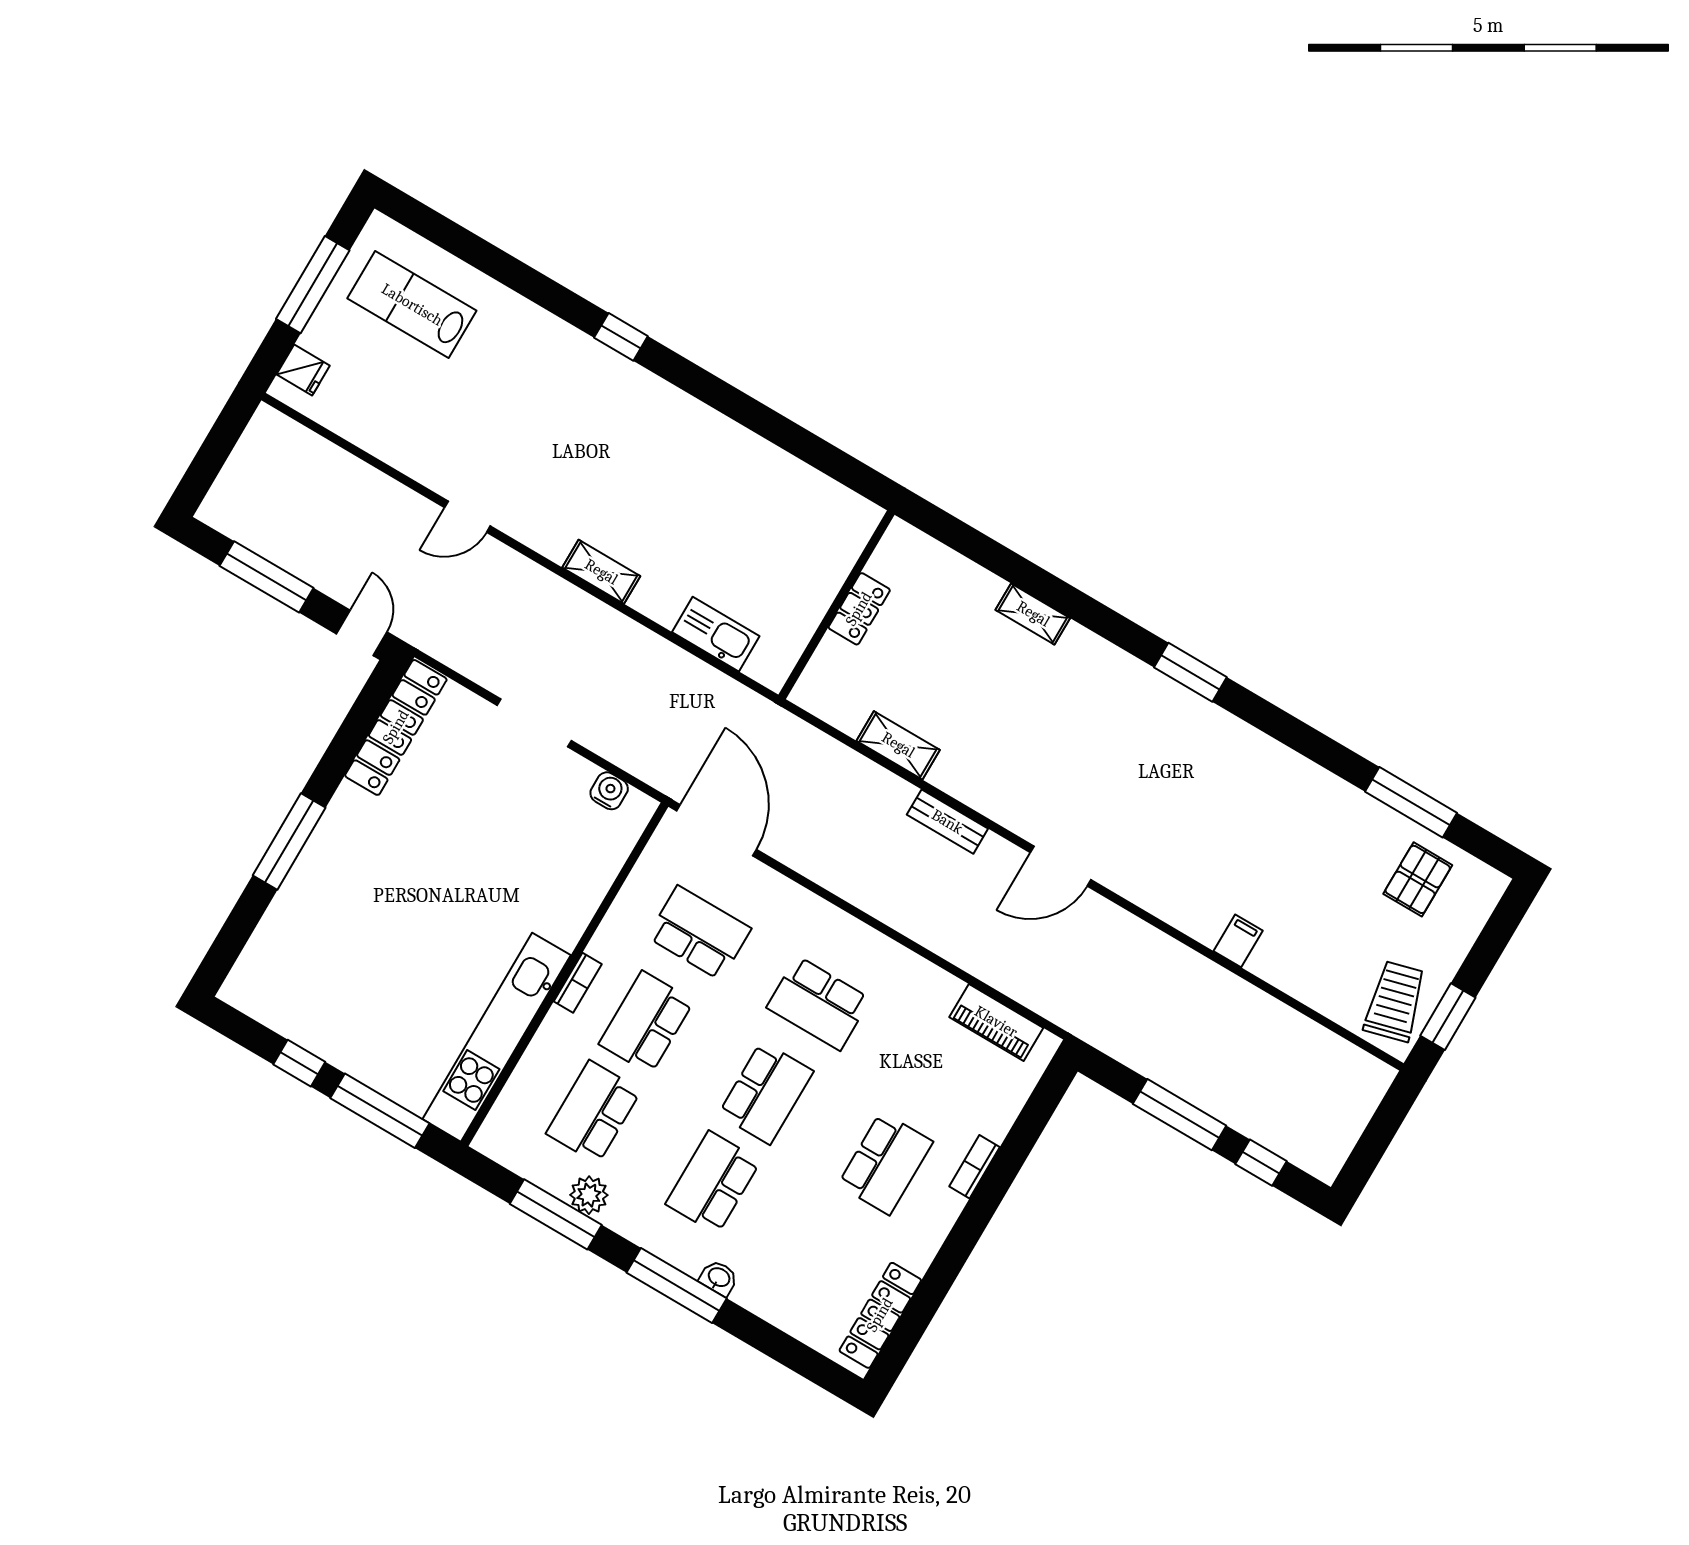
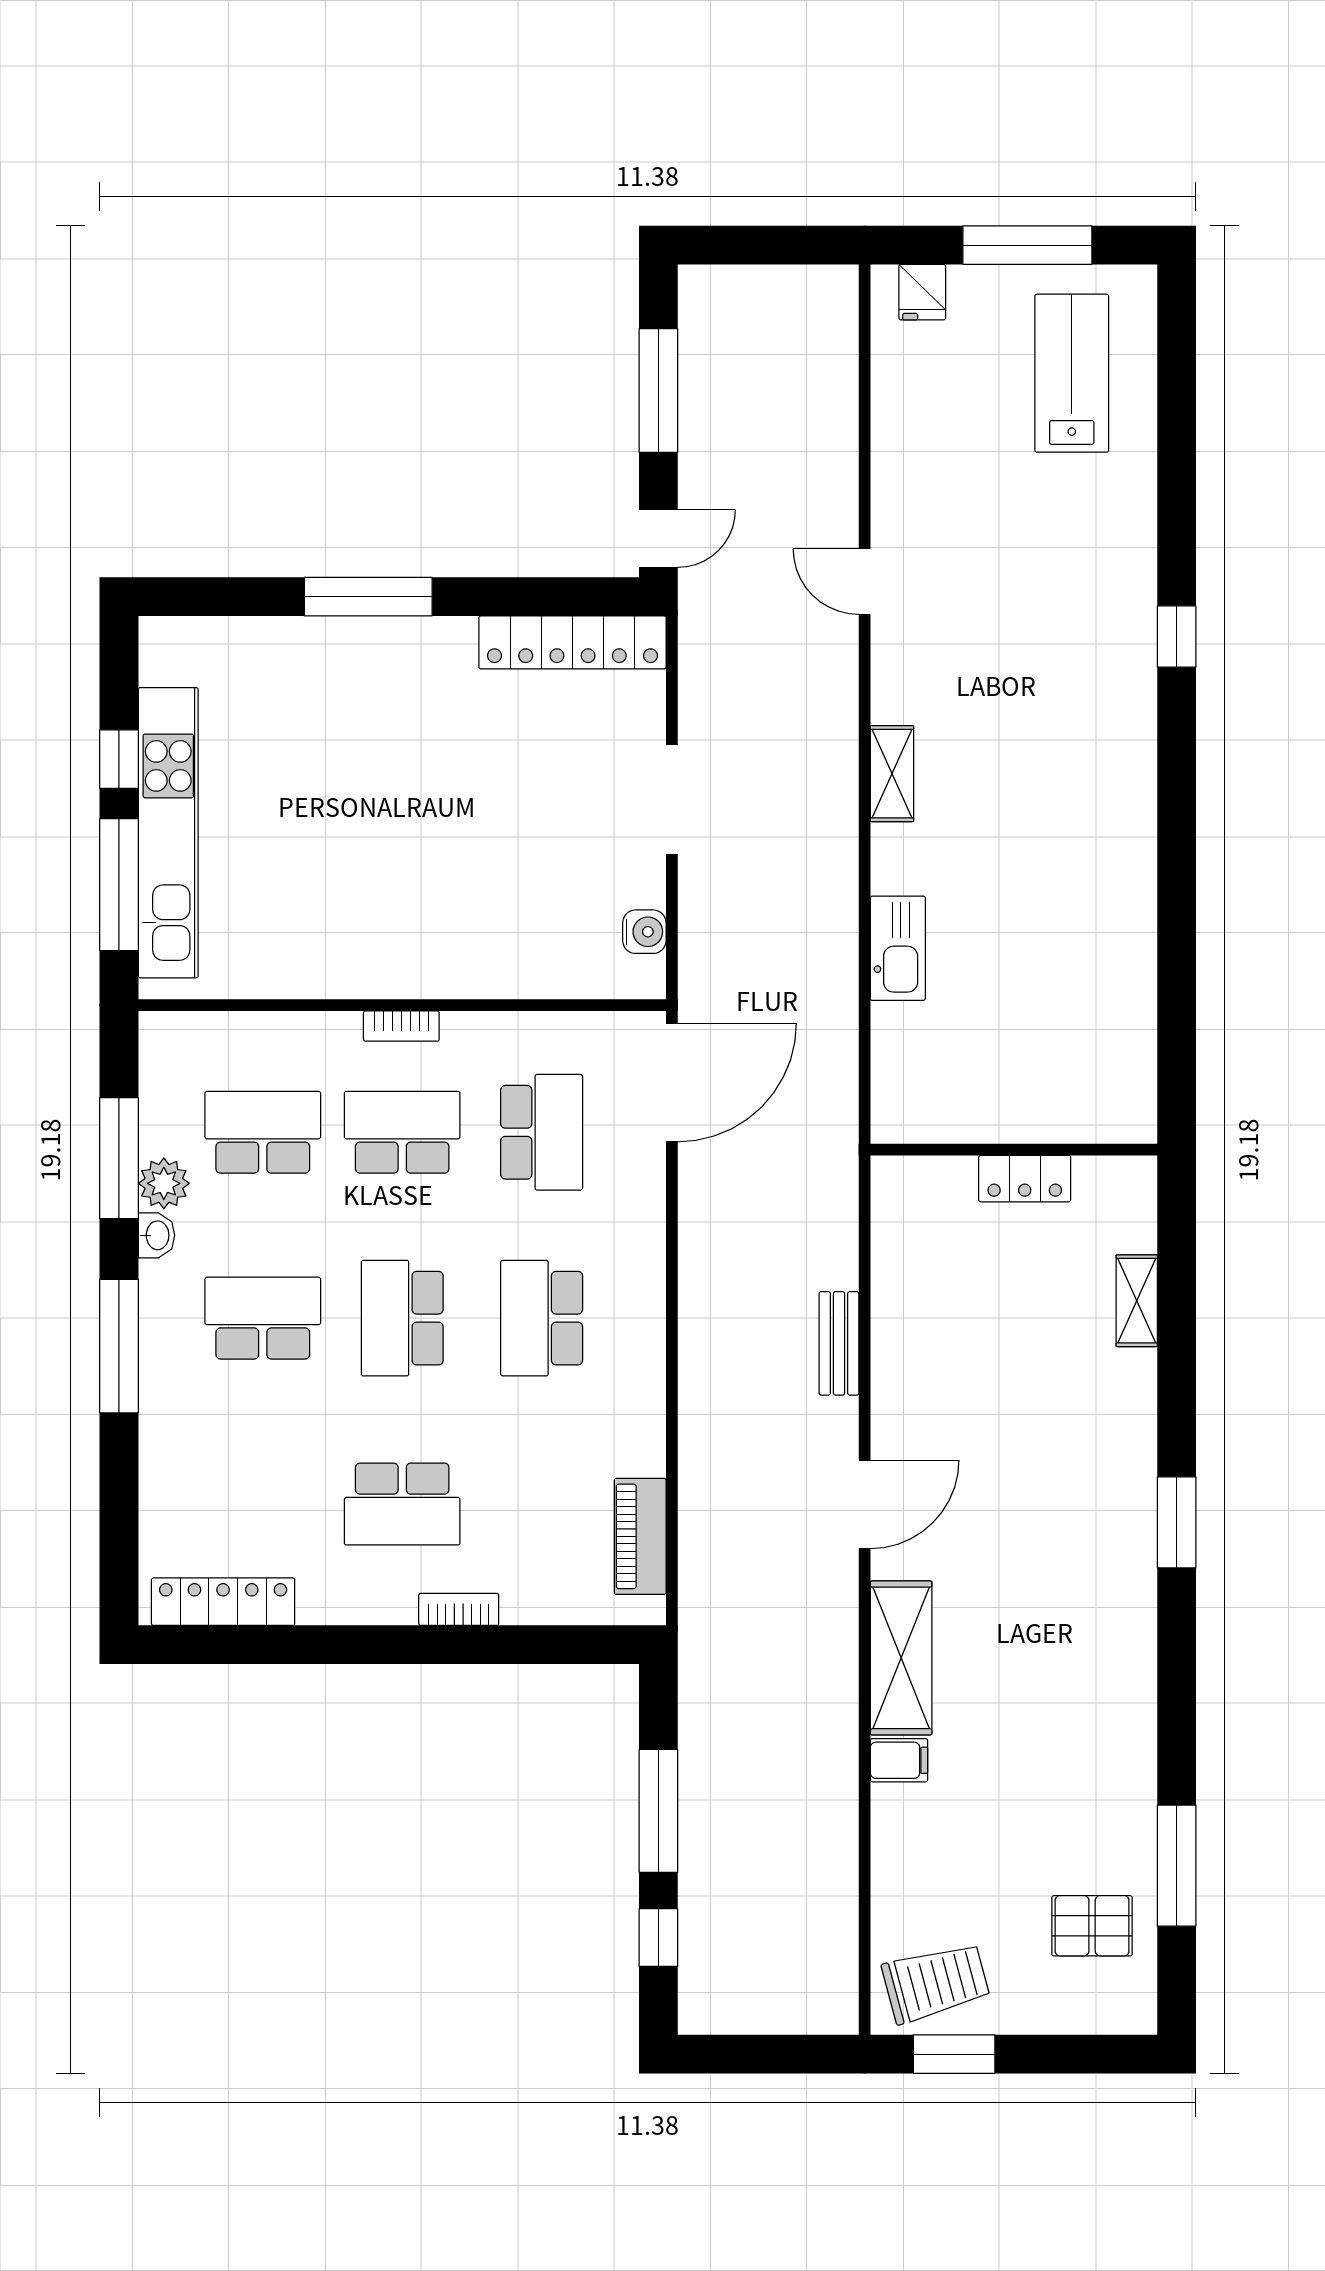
wall: (836, 605) -> (1014, 1150), moved
locker: (859, 609) -> (1025, 1179), moved
shelving: (898, 745) -> (901, 1658), moved, width x1.50, depth x1.33
door: (1061, 866) -> (865, 1504), swing flipped
kitchen unit: (497, 1037) -> (168, 833), moved, turned 90
school desk: (766, 1093) -> (402, 1318), turned 90
washbasin: (719, 1278) -> (156, 1235), moved

